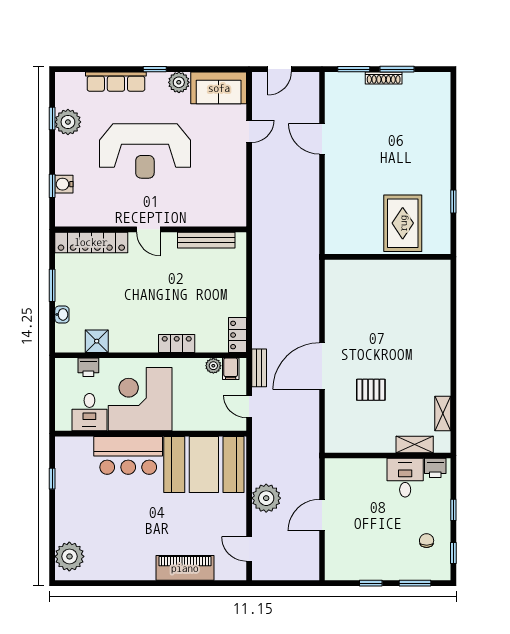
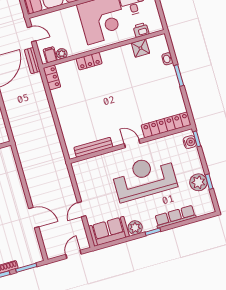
door: (148, 229) -> (132, 144), moved
wall: (151, 229) -> (131, 144), moved
bench: (206, 240) -> (93, 147), moved
locker: (91, 242) -> (166, 125), moved

